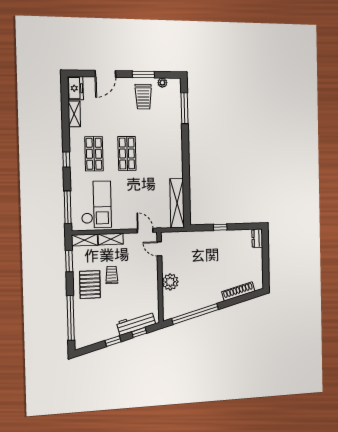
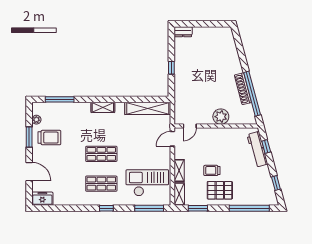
shelving: (74, 114) -> (103, 107), moved
shoe rack: (238, 291) -> (243, 89), moved
window: (113, 341) -> (276, 183), moved

